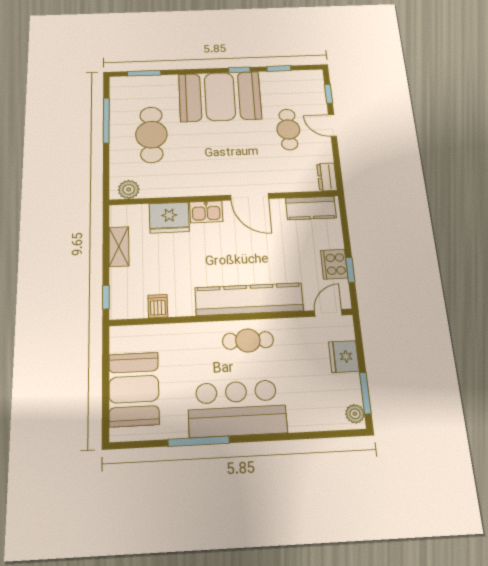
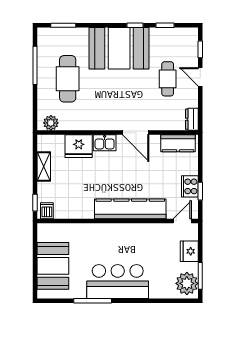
dishwasher: (158, 306) -> (47, 211), moved
cafe table: (248, 340) -> (128, 237), removed
plant: (355, 414) -> (187, 283), width x1.88, depth x1.88

